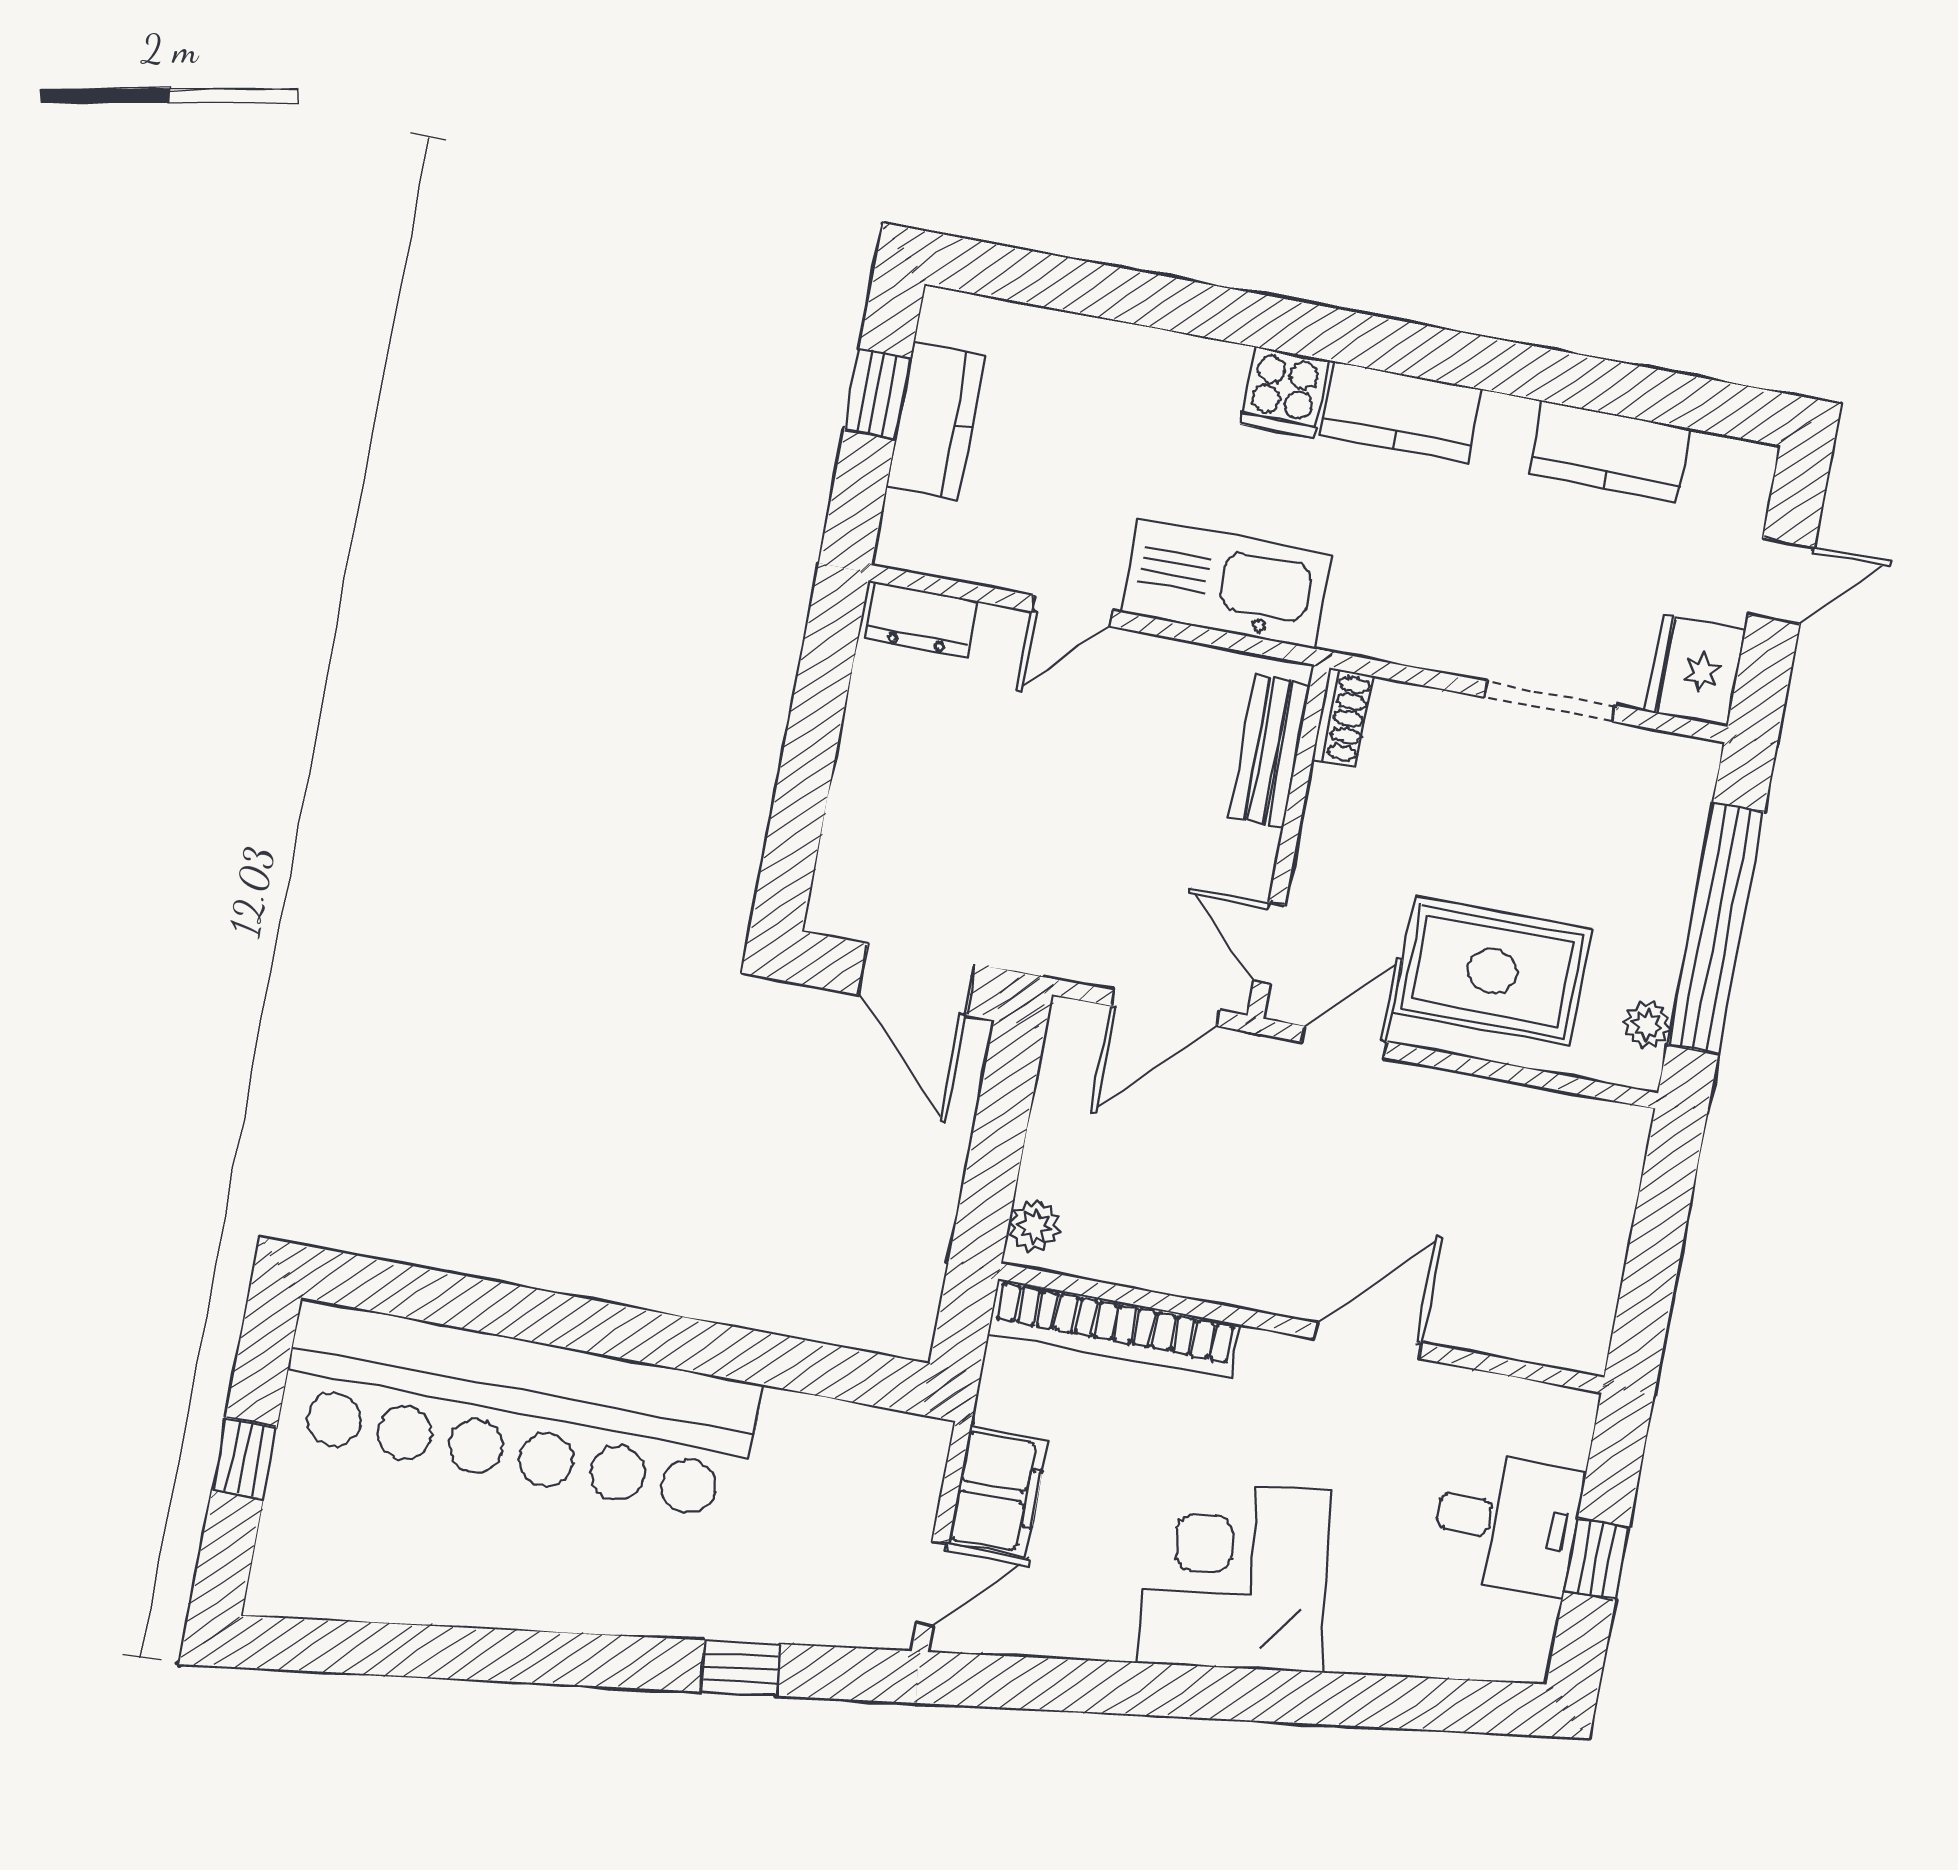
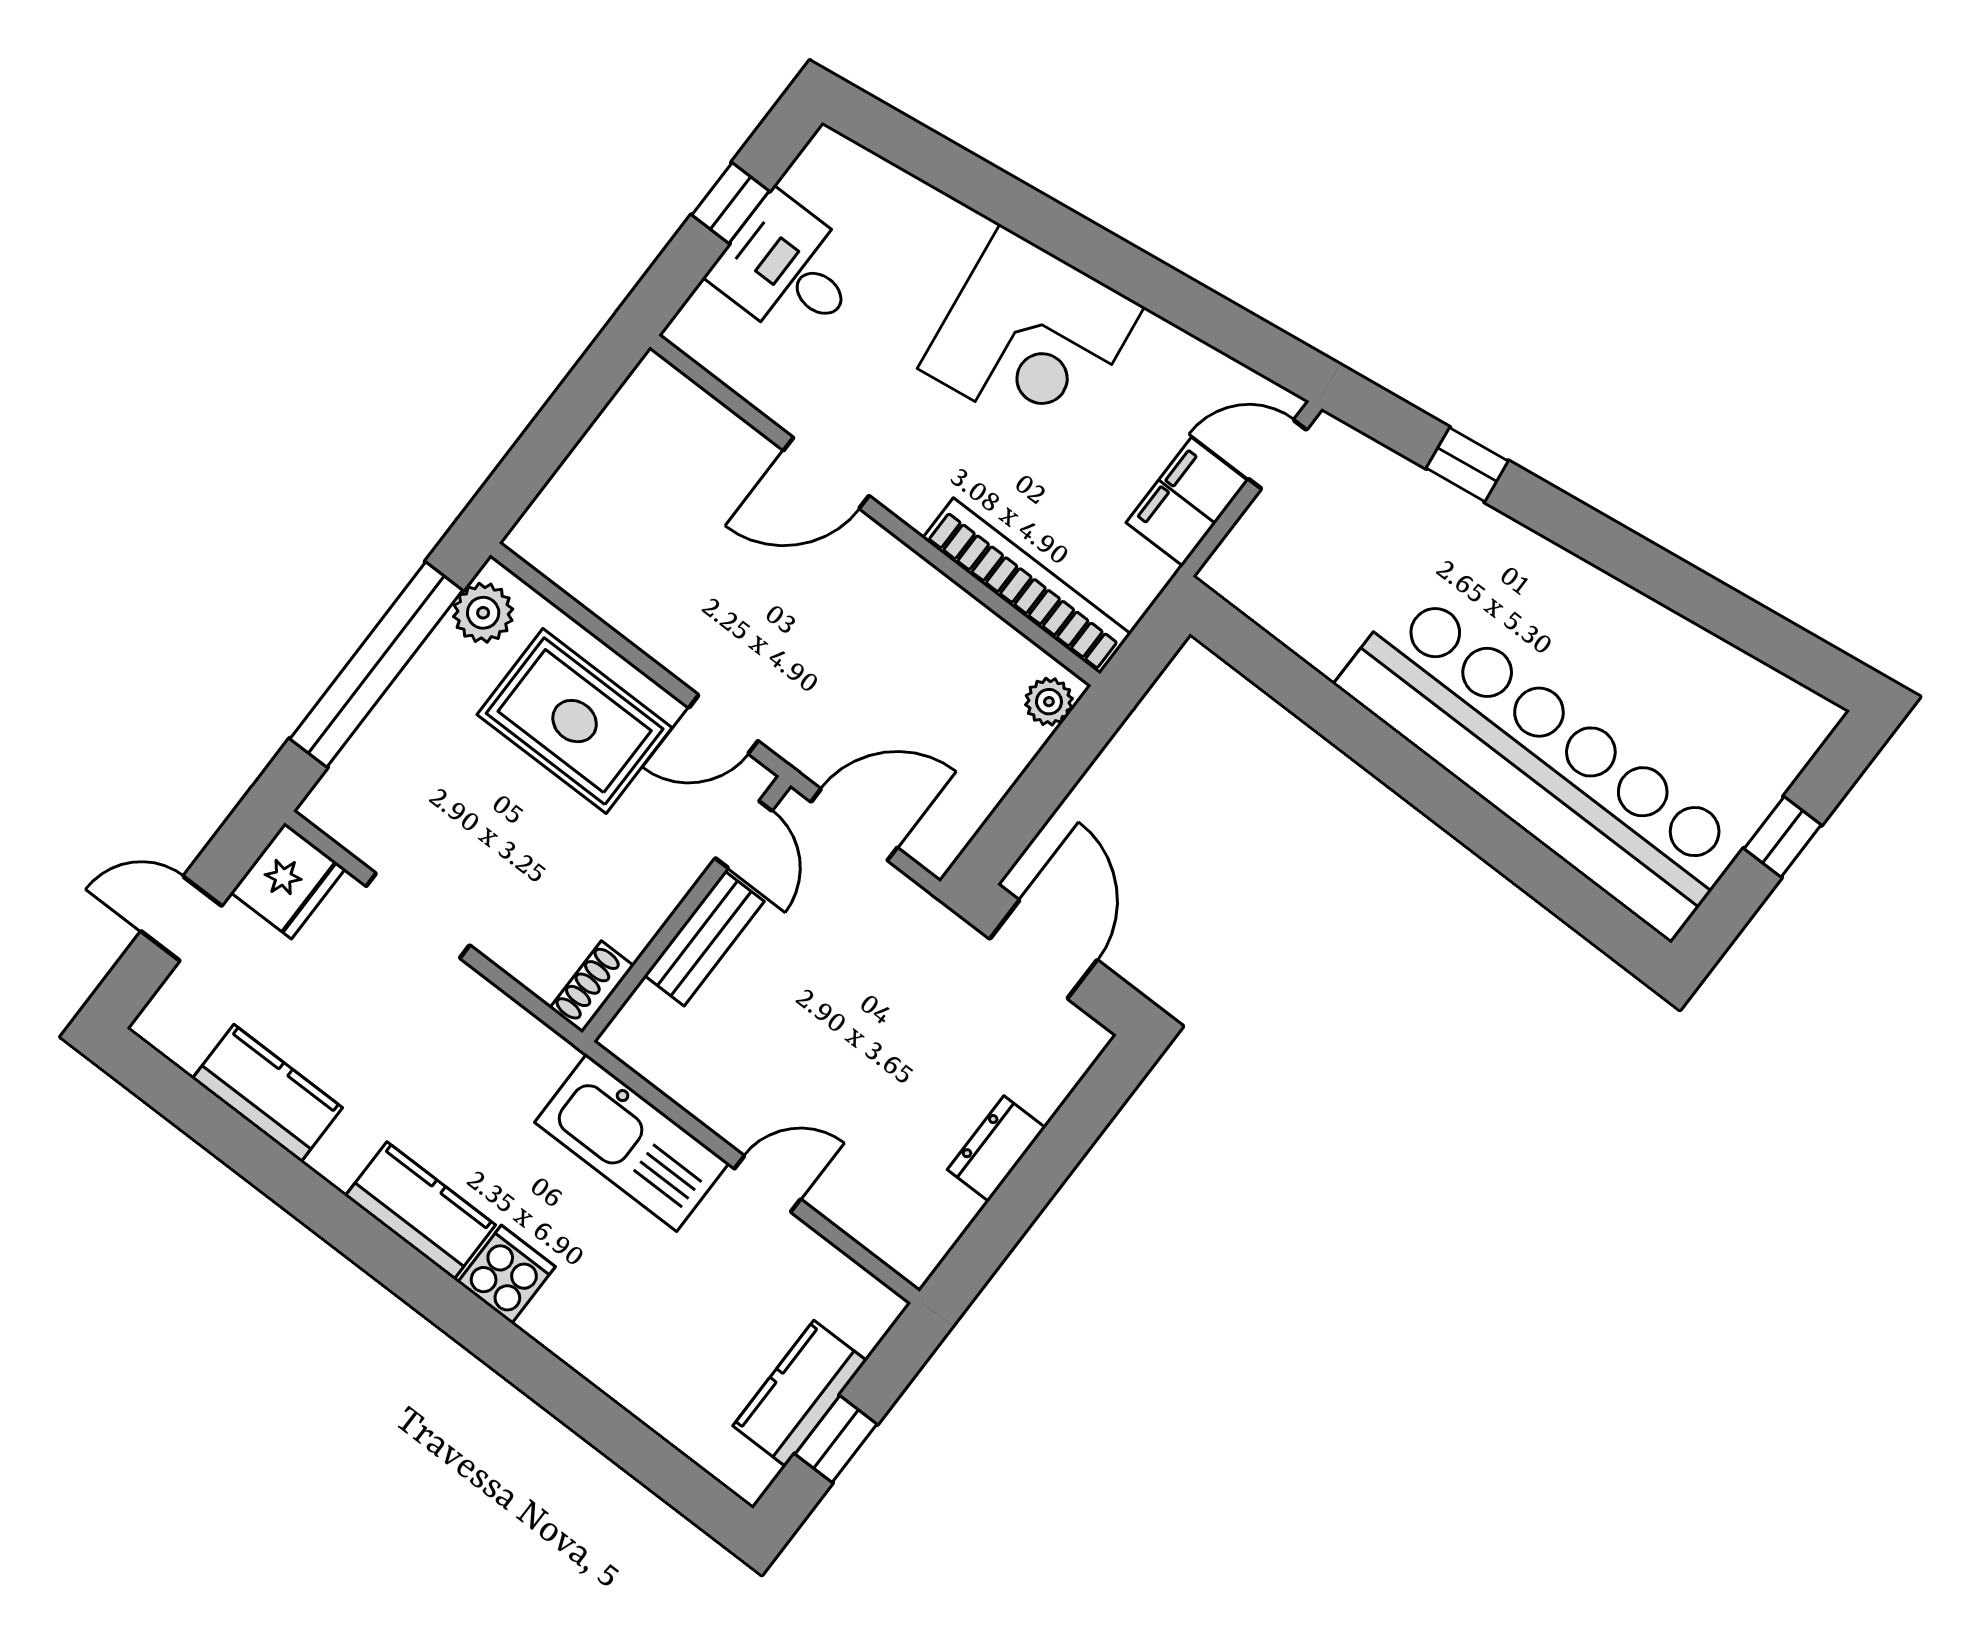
dresser: (920, 620) -> (996, 1149), moved, turned -90
bench: (1270, 751) -> (704, 938), moved
plant: (1647, 1025) -> (483, 613), width x1.38, depth x1.38

